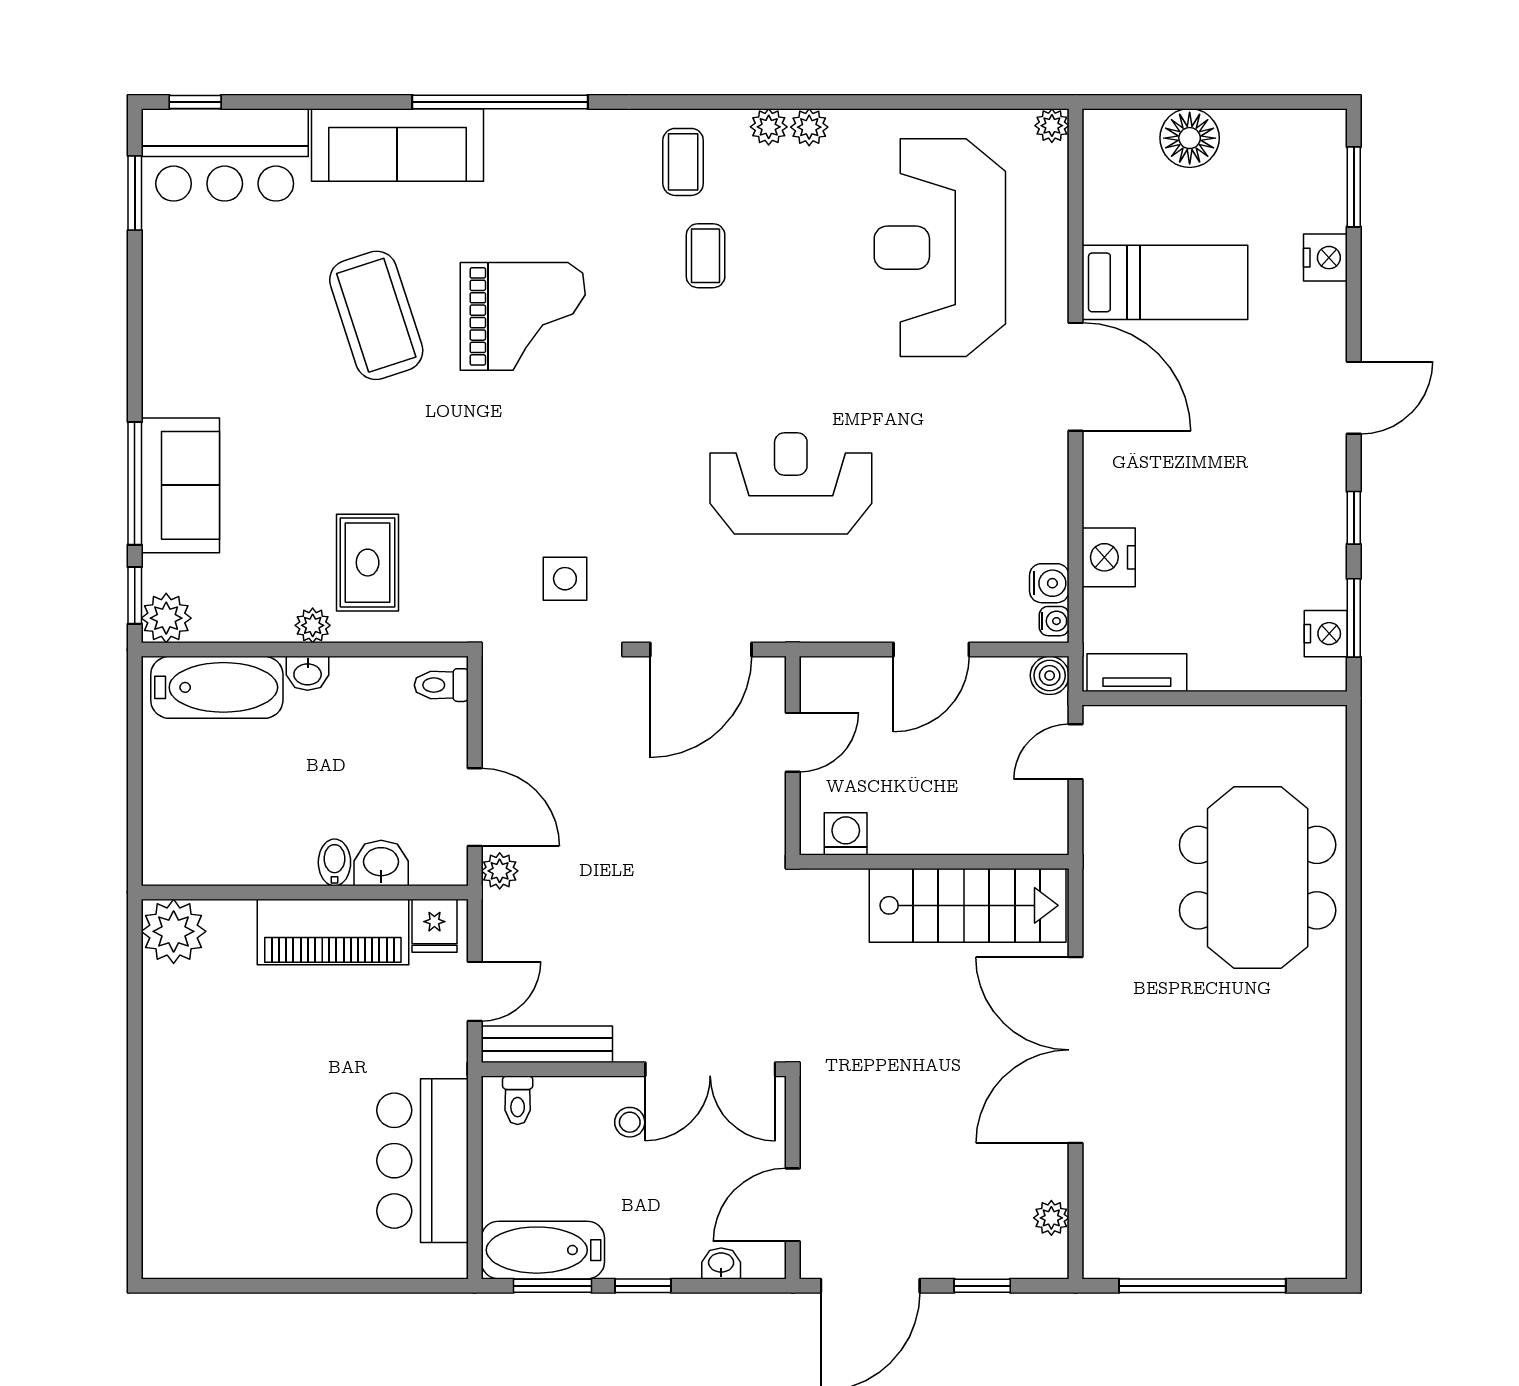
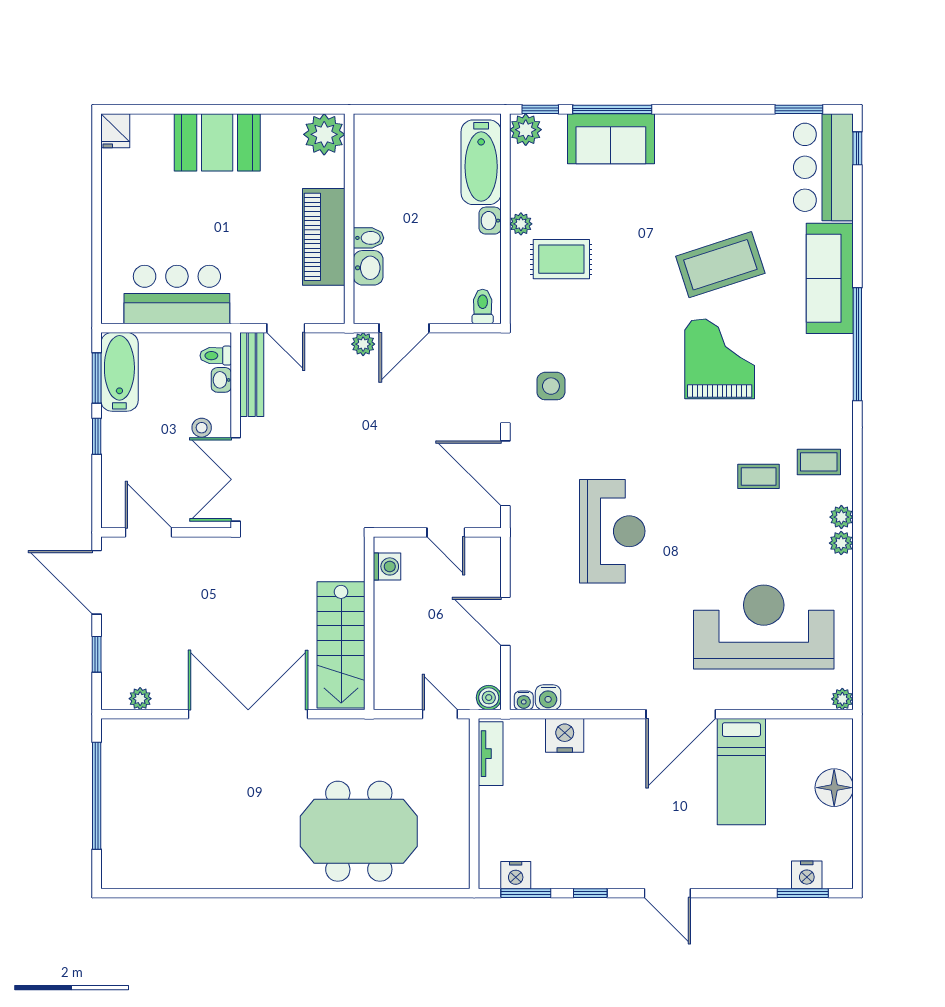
nightstand: (1325, 258) -> (807, 875), moved
grand piano: (523, 316) -> (720, 359), turned 180
fridge: (434, 926) -> (115, 131), moved, turned -90
booth: (186, 1098) -> (217, 142), added
washbasin: (721, 1263) -> (221, 380), moved, turned 180

